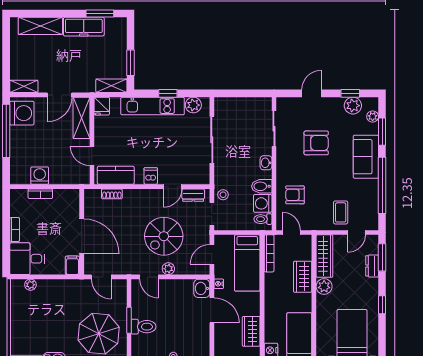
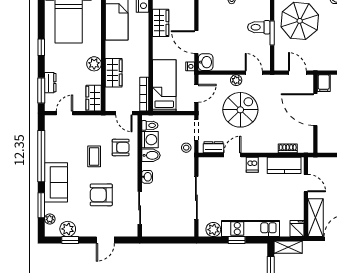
coffee table: (341, 212) -> (94, 156), moved
wardrobe: (324, 256) -> (94, 98), width x0.67

